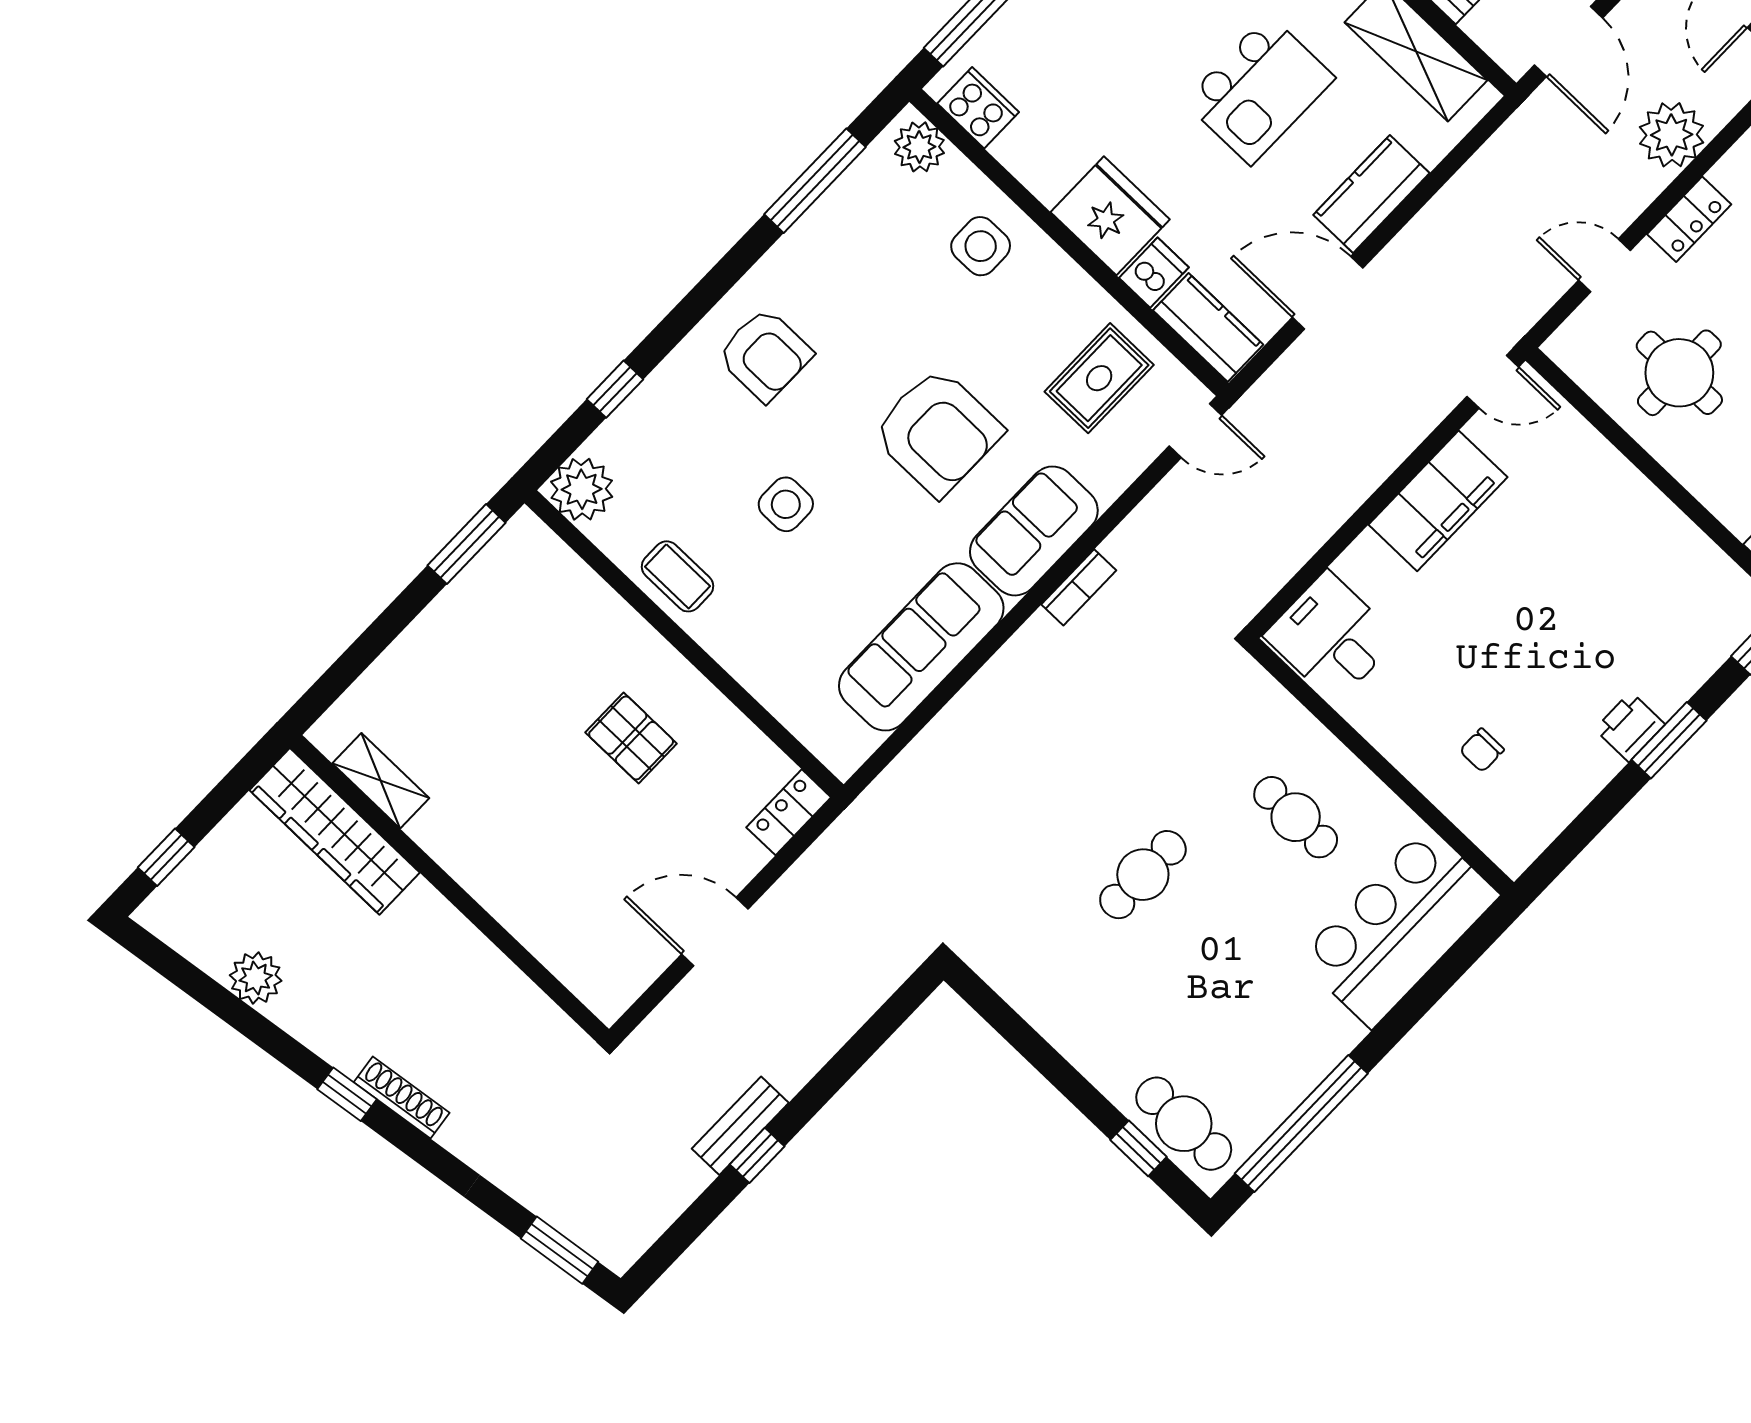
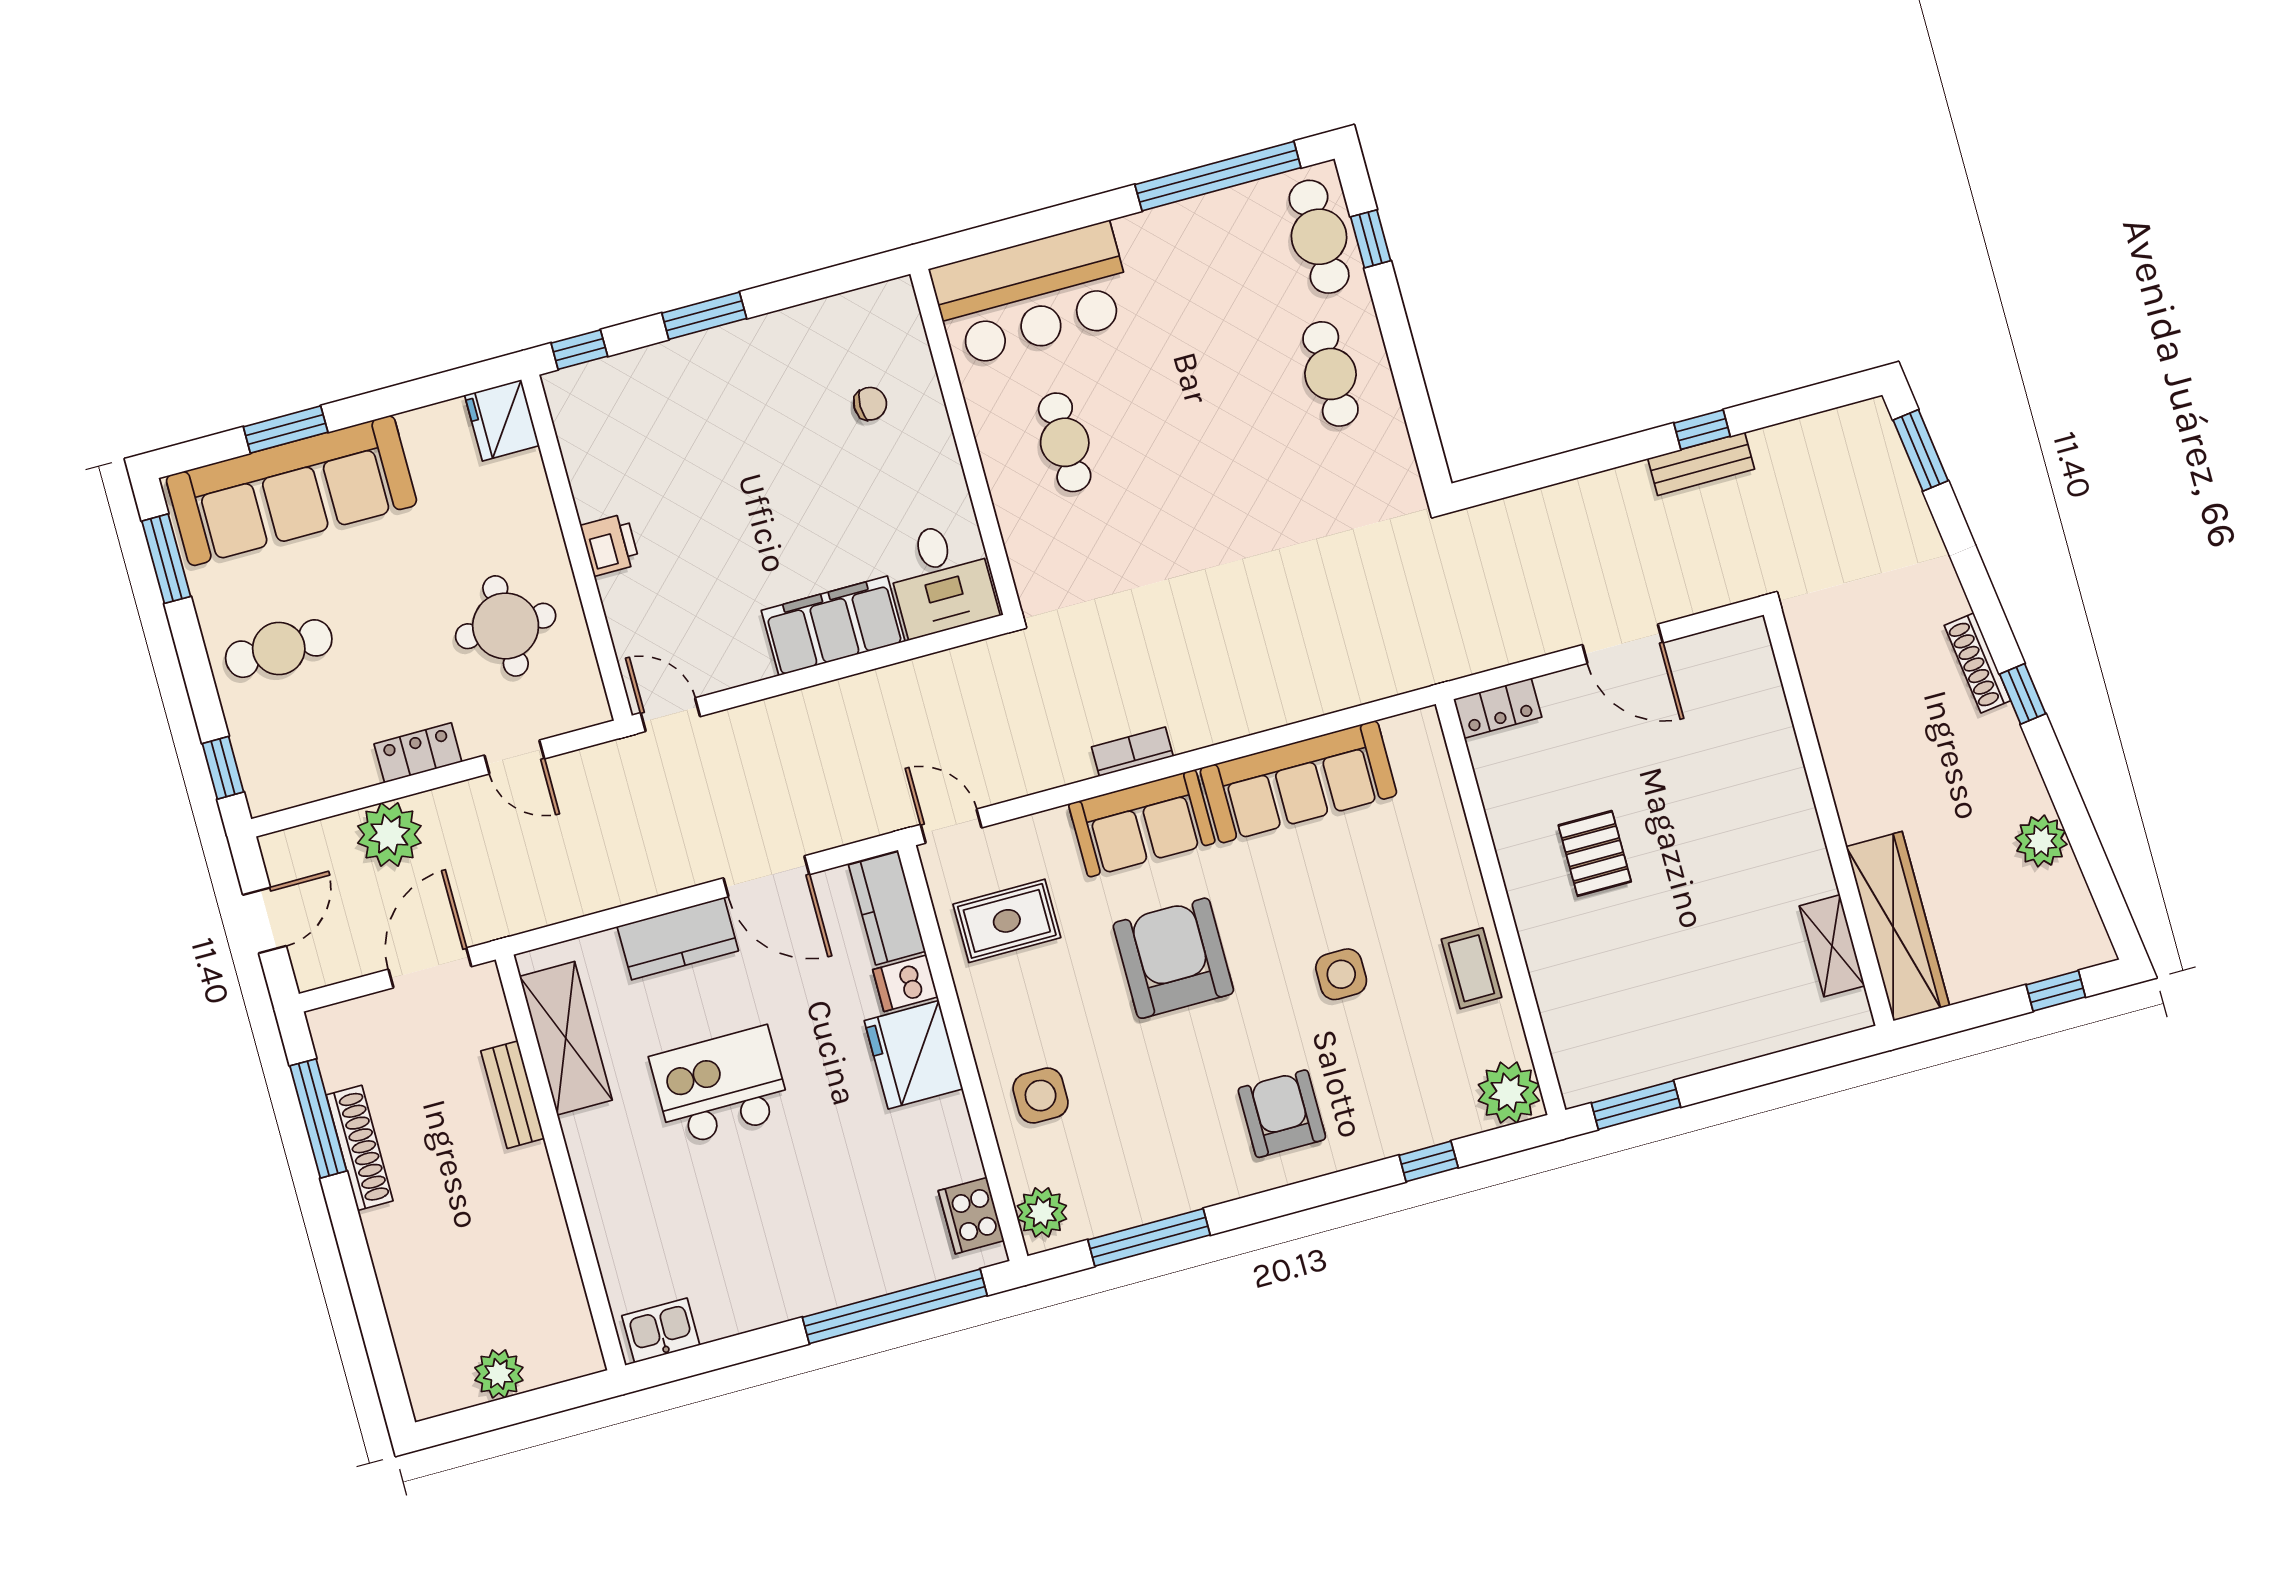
filing cabinet: (1438, 501) -> (833, 626), moved
printer: (1630, 727) -> (610, 545), moved, turned -90
cafe table: (1143, 875) -> (1331, 374), moved, turned 90

